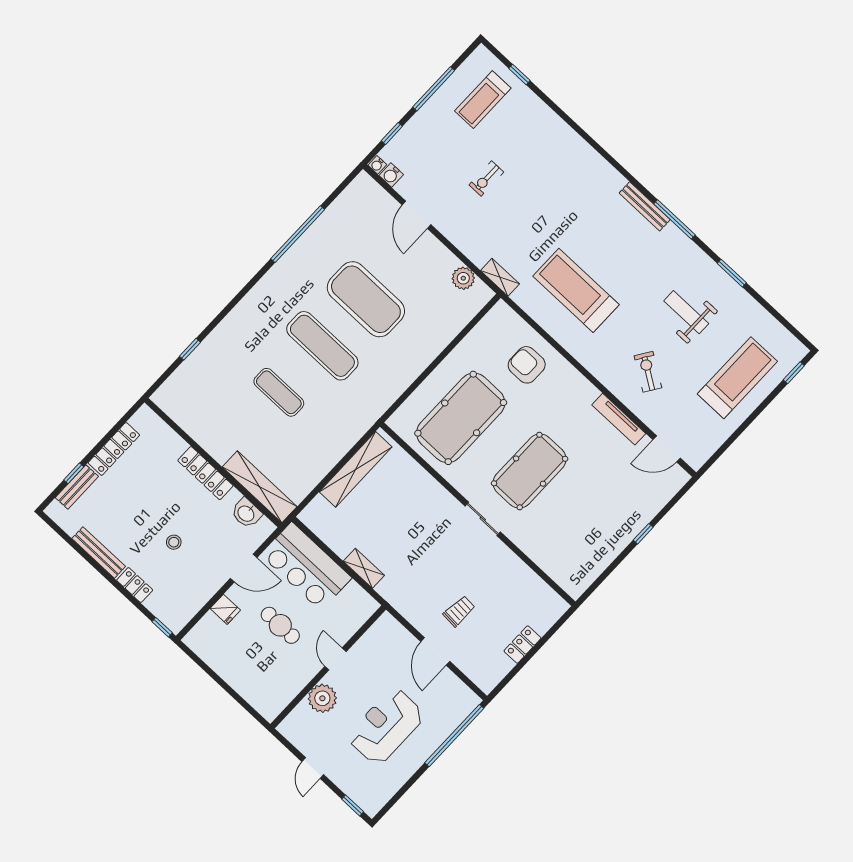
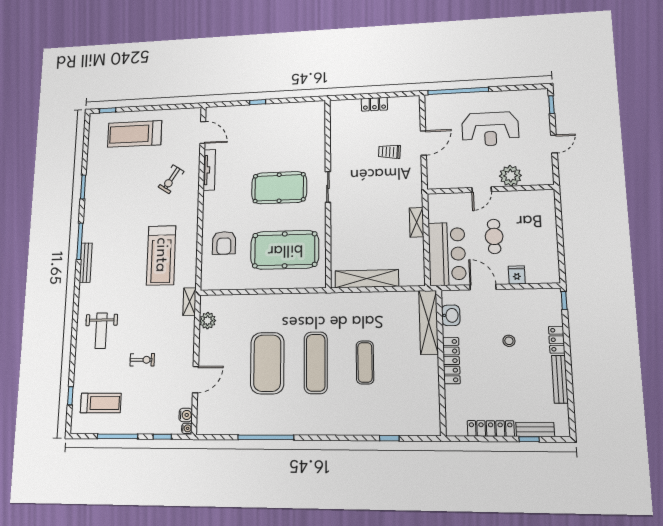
weight bench: (686, 312) -> (101, 331), moved

